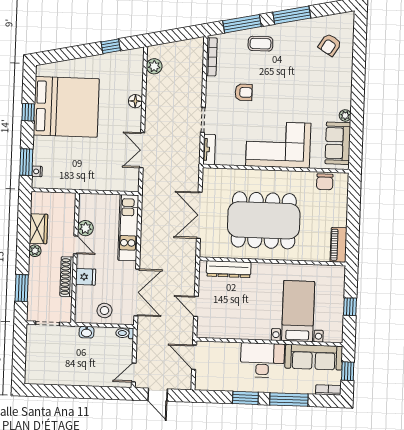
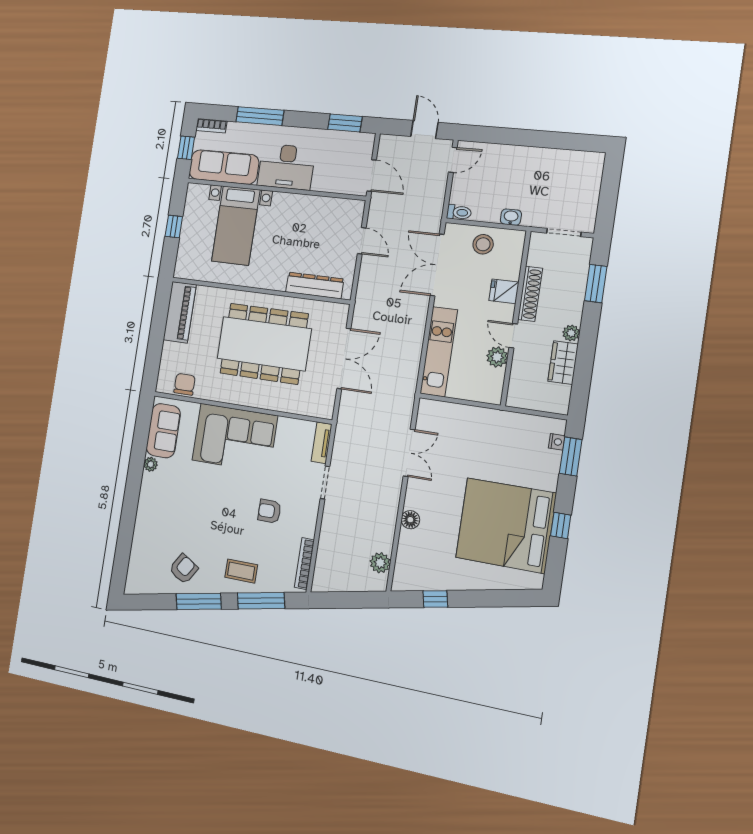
armchair: (330, 45) -> (184, 569), moved
piano: (339, 245) -> (180, 312), width x1.37, depth x1.33
window: (245, 398) -> (345, 123), moved

